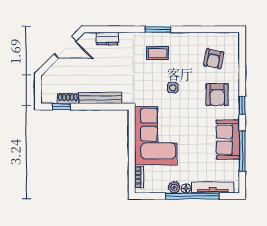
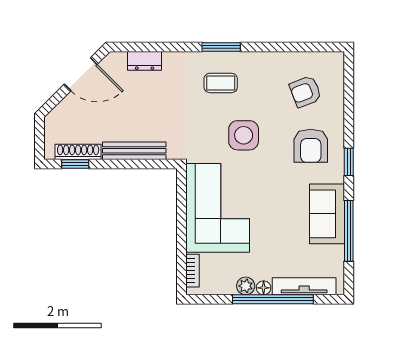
armchair: (214, 59) -> (305, 92), turned 58
side table: (173, 88) -> (244, 135), width x1.87, depth x1.87
shoe rack: (68, 99) -> (78, 152), width x1.43

